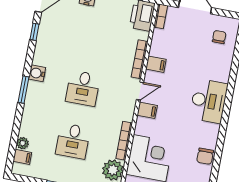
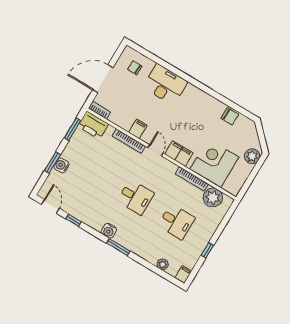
desk: (209, 101) -> (165, 84), moved
filing cabinet: (147, 110) -> (179, 154), width x2.00
filing cabinet: (22, 157) -> (183, 275), moved

